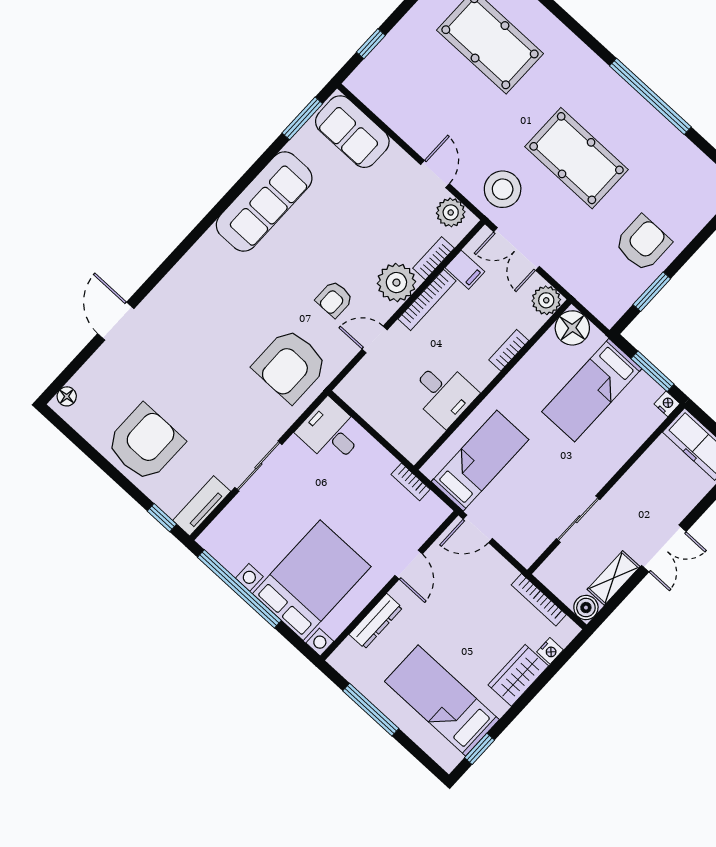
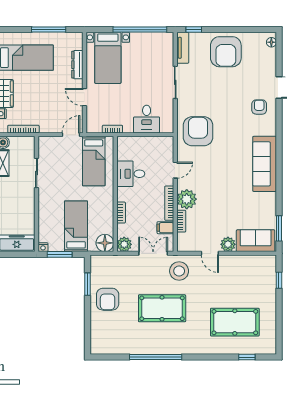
sofa: (264, 202) -> (265, 164), moved
plant: (451, 212) -> (228, 244), moved
armchair: (334, 299) -> (259, 107), moved
desk: (331, 432) -> (147, 119), moved, turned 90
bed with nightstands: (312, 580) -> (108, 58), width x0.73

